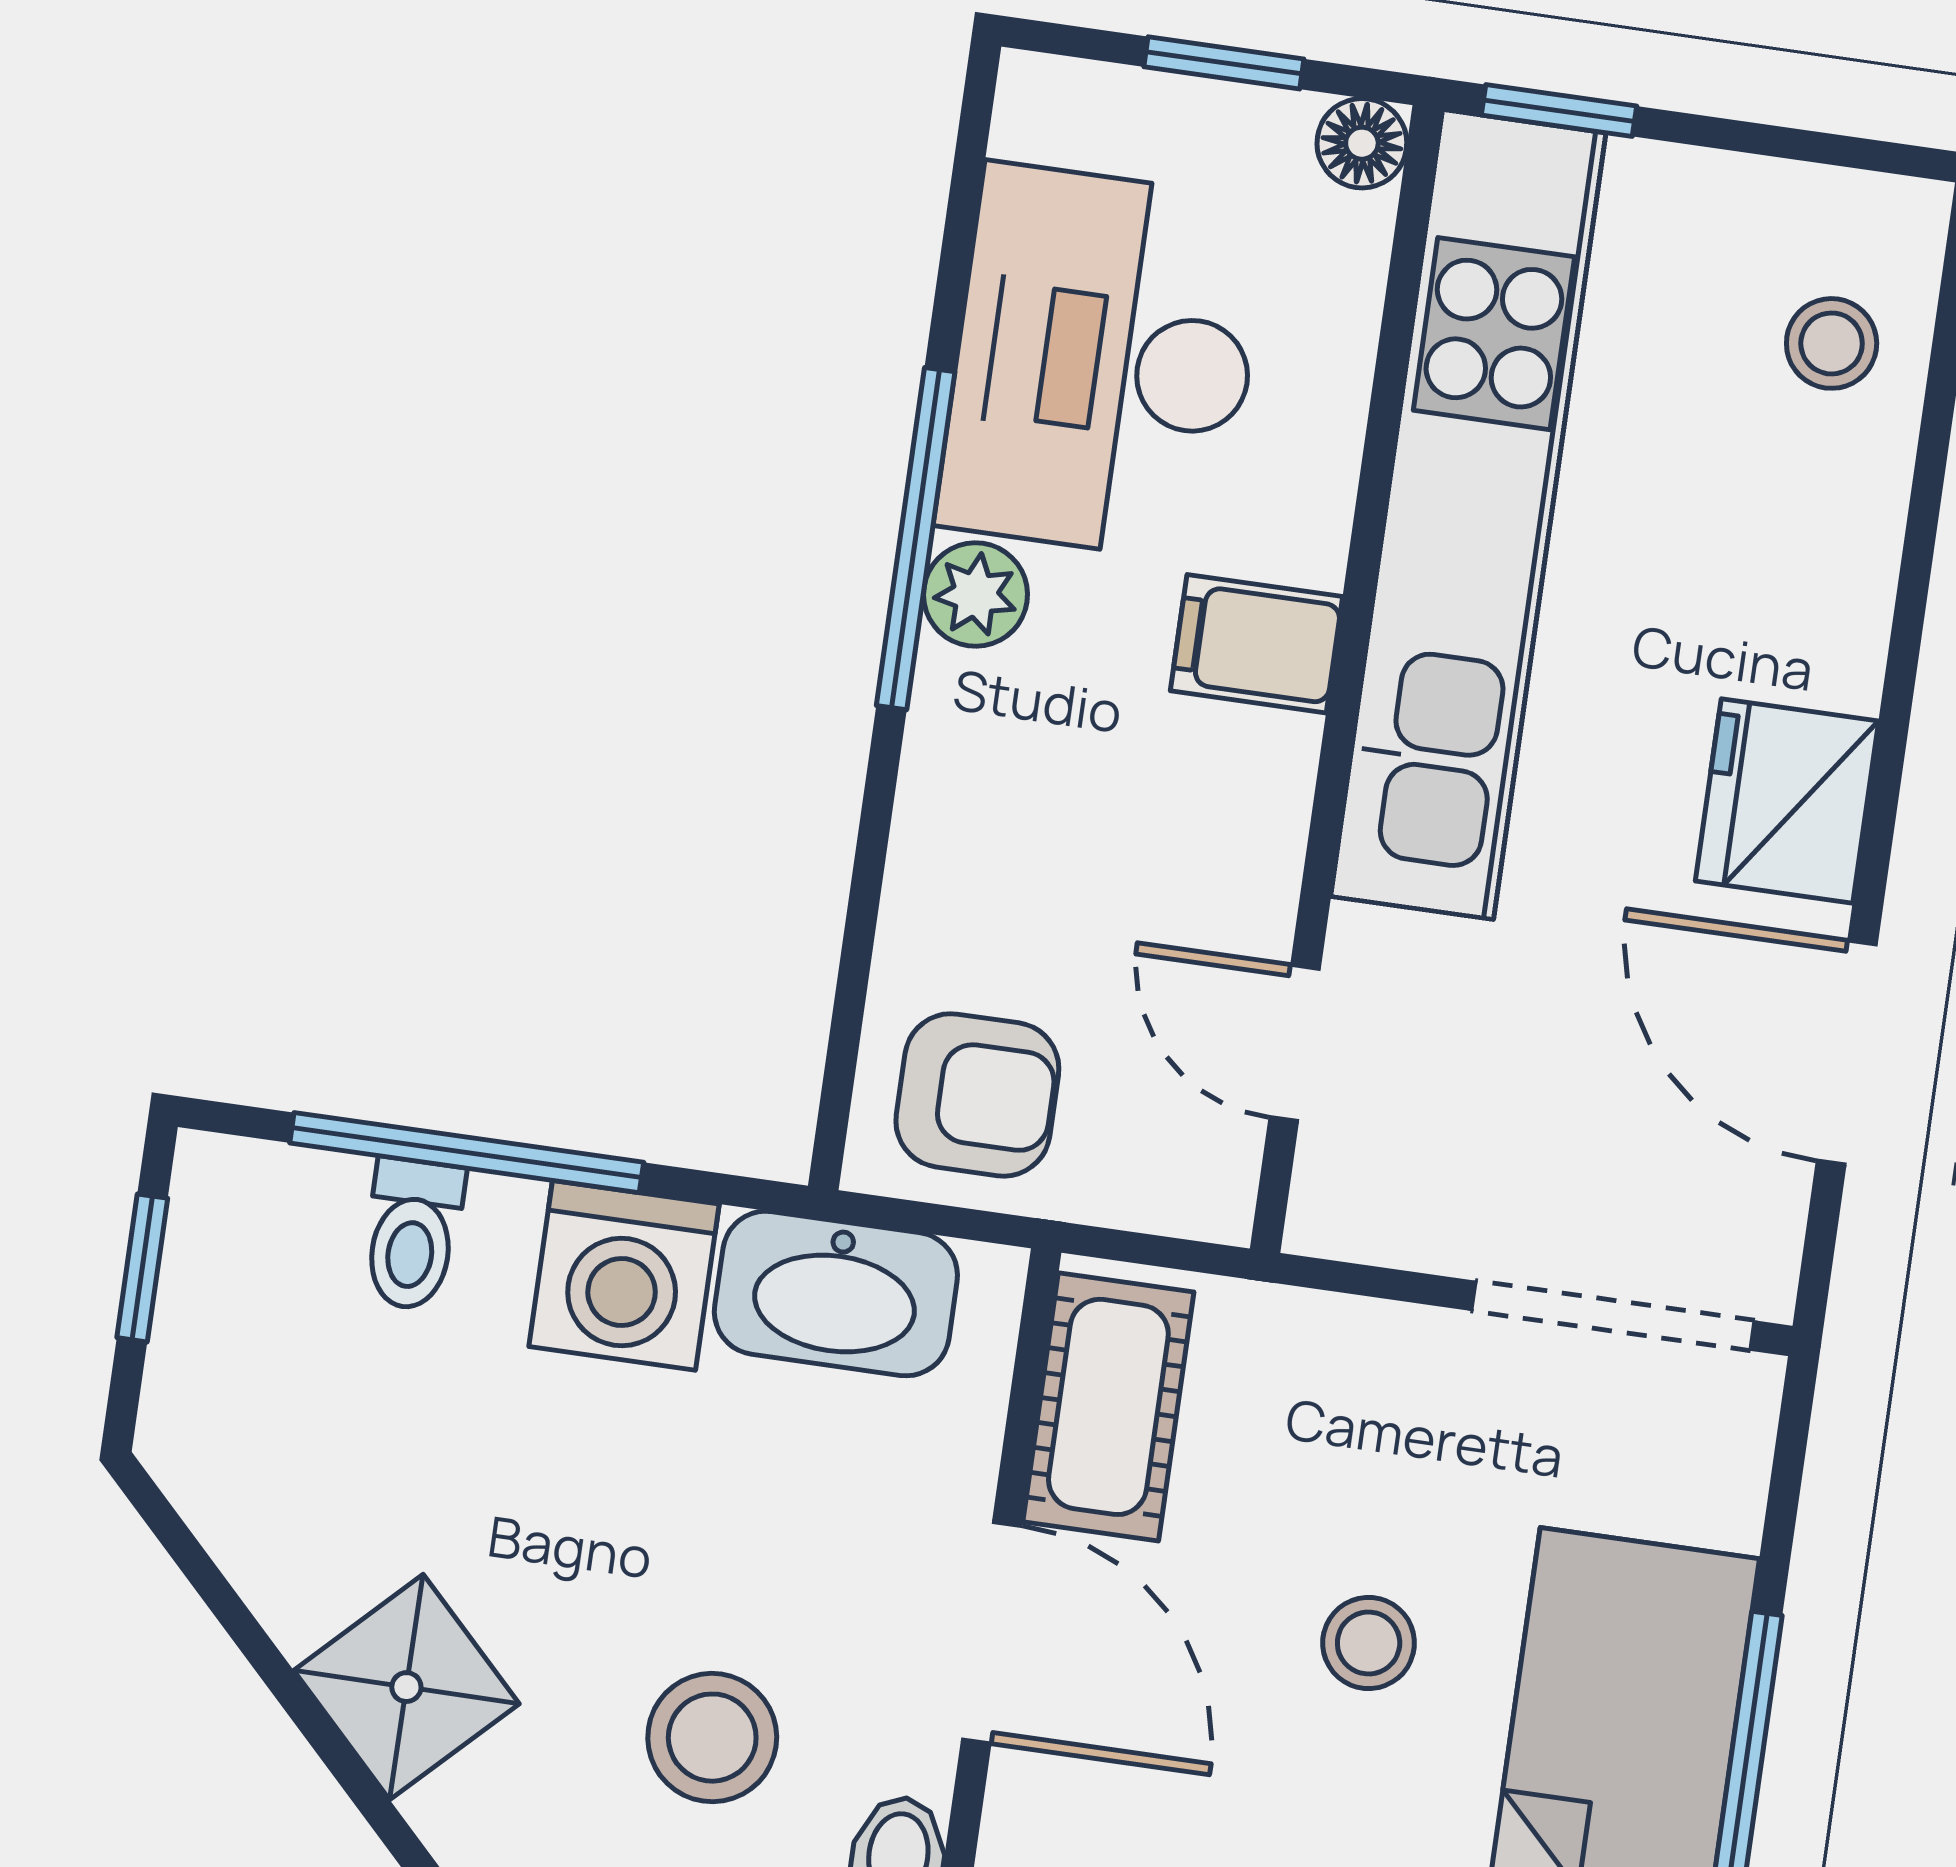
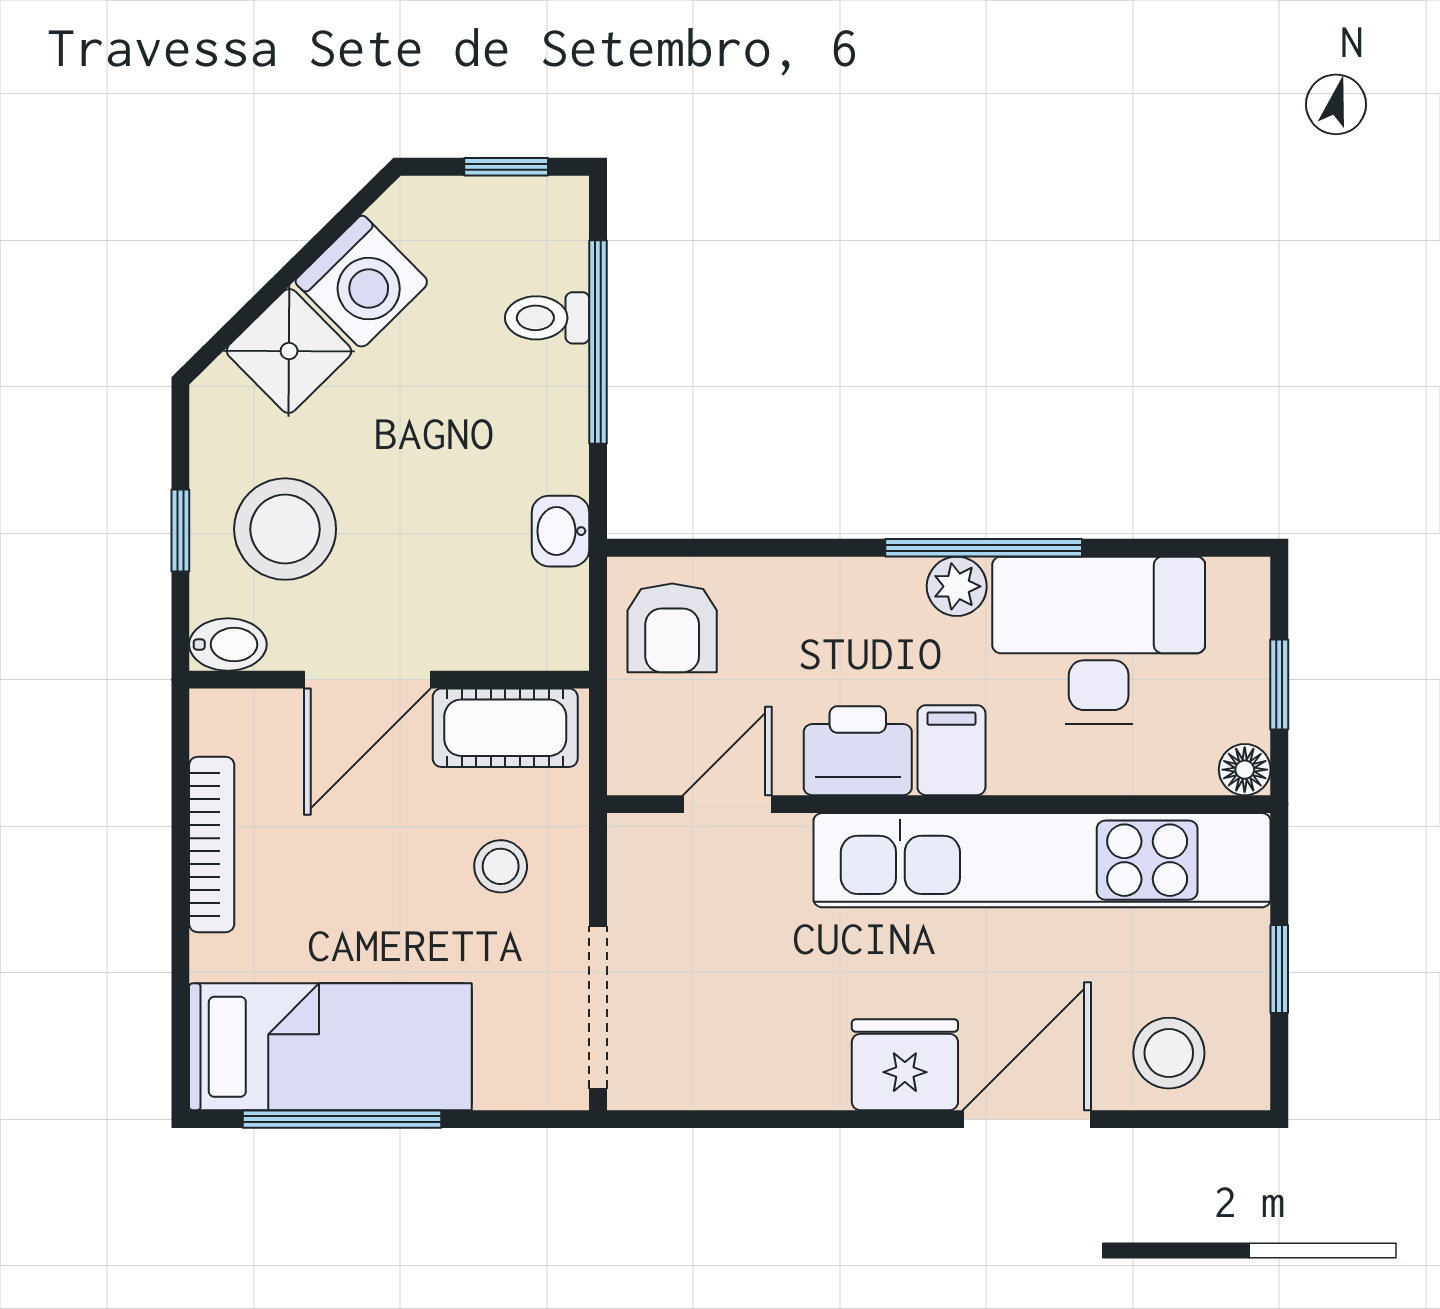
window: (1559, 111) -> (1279, 969), moved
stool: (1832, 343) -> (1169, 1053), width x1.37, depth x1.37
printer: (1234, 805) -> (858, 751), added
door: (1847, 1053) -> (1027, 1119), moved
washing machine: (624, 1275) -> (362, 282), moved, turned -135
washbasin: (836, 1294) -> (561, 531), width x0.52, depth x0.69
stool: (1369, 1643) -> (501, 866), moved
stool: (712, 1738) -> (285, 529), width x1.38, depth x1.38

